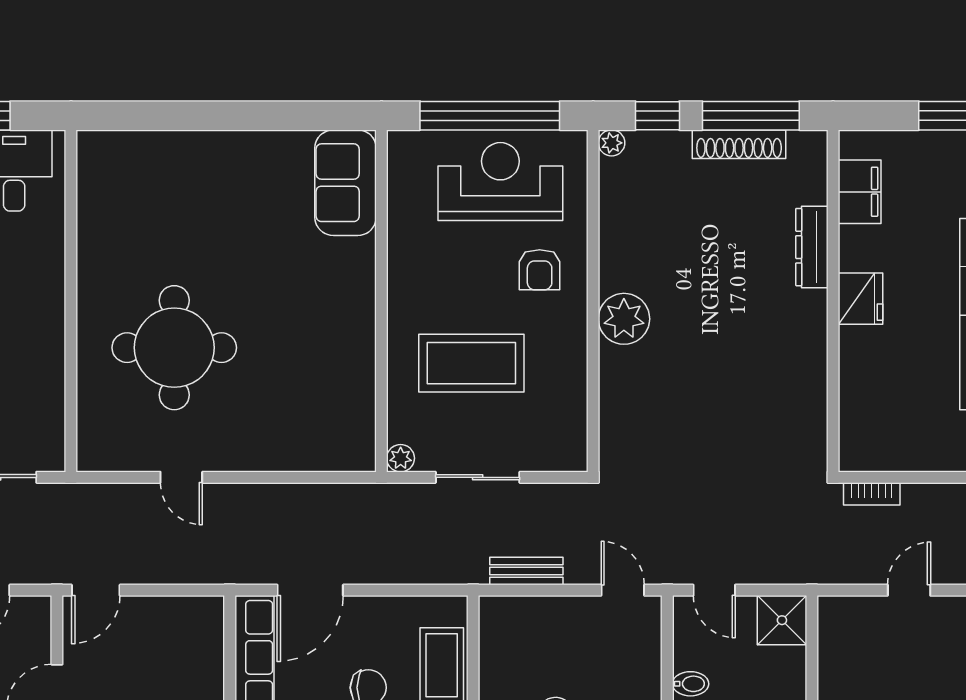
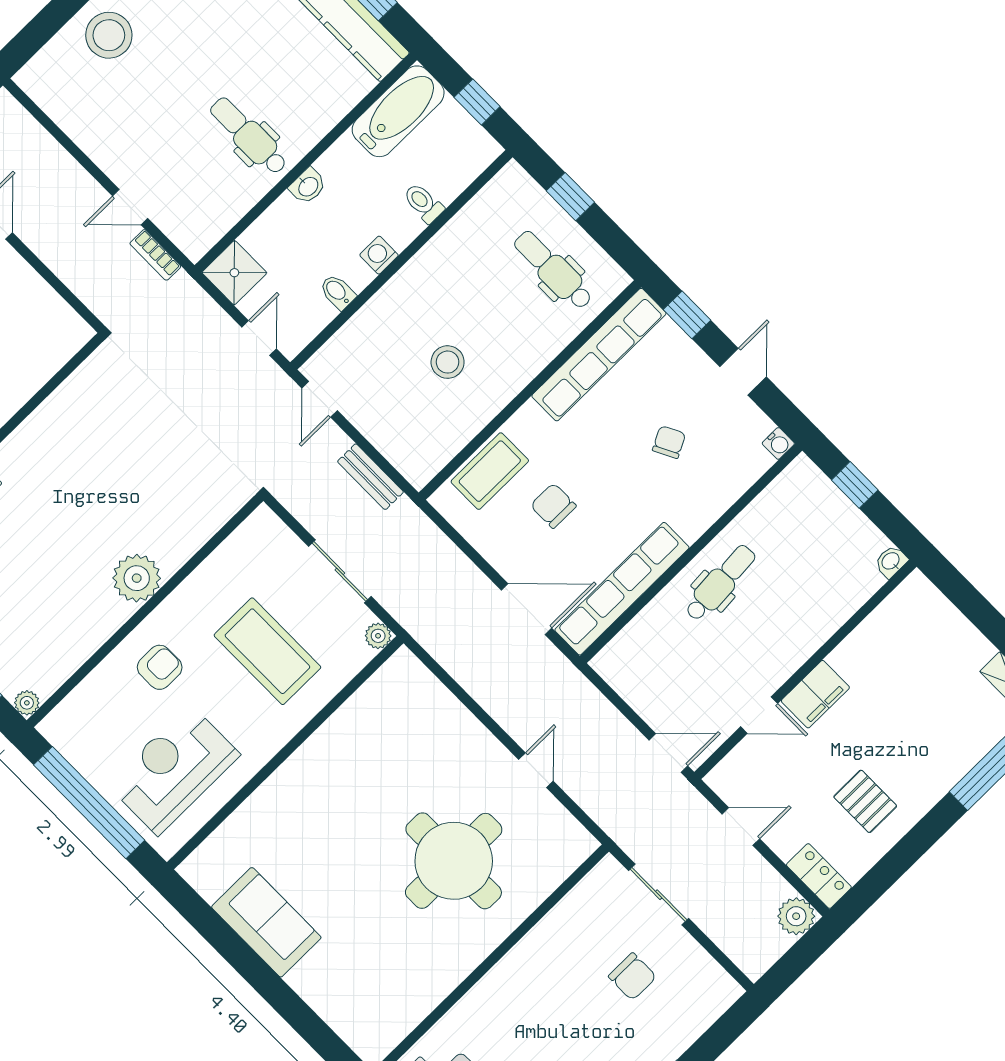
reception desk: (500, 182) -> (174, 770), moved, turned 90
sofa: (346, 183) -> (266, 922), moved, turned -90
bookcase: (872, 494) -> (155, 255), moved, turned 180

